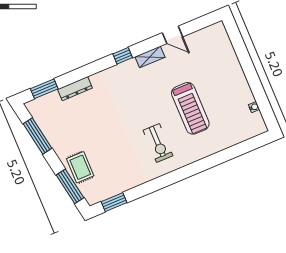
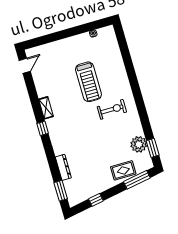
door: (172, 35) -> (25, 66), moved
treadmill: (190, 108) -> (88, 82), turned 90
window: (37, 136) -> (96, 200), width x0.46
plant: (116, 183) -> (139, 144), added

